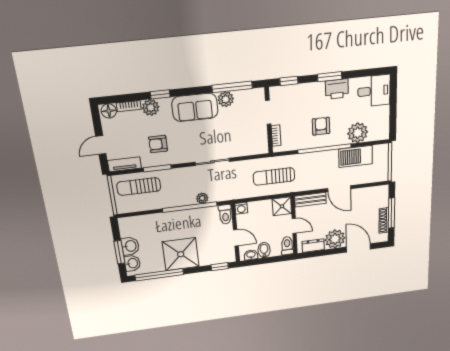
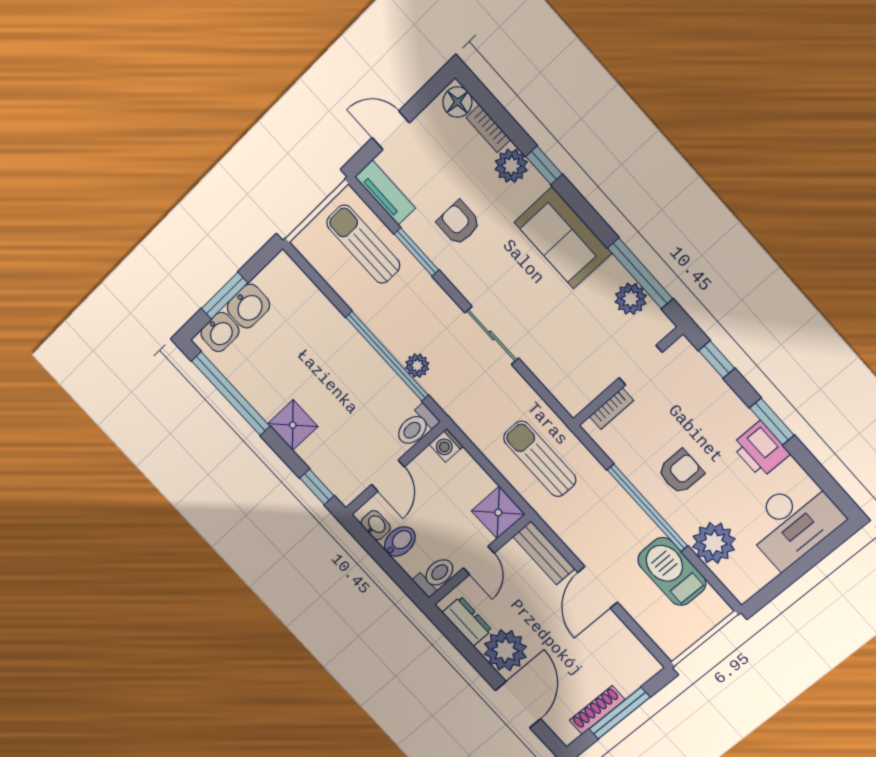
desk: (374, 91) -> (793, 522), width x1.37
plant: (226, 99) -> (631, 299), moved
shower: (181, 254) -> (293, 425), width x0.54, depth x0.54

